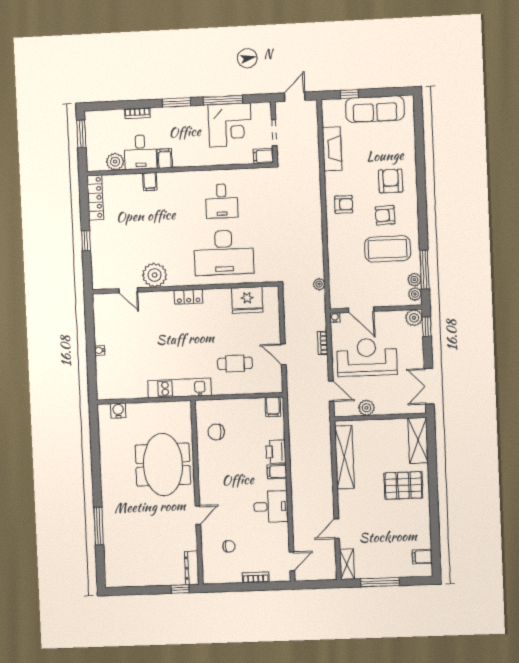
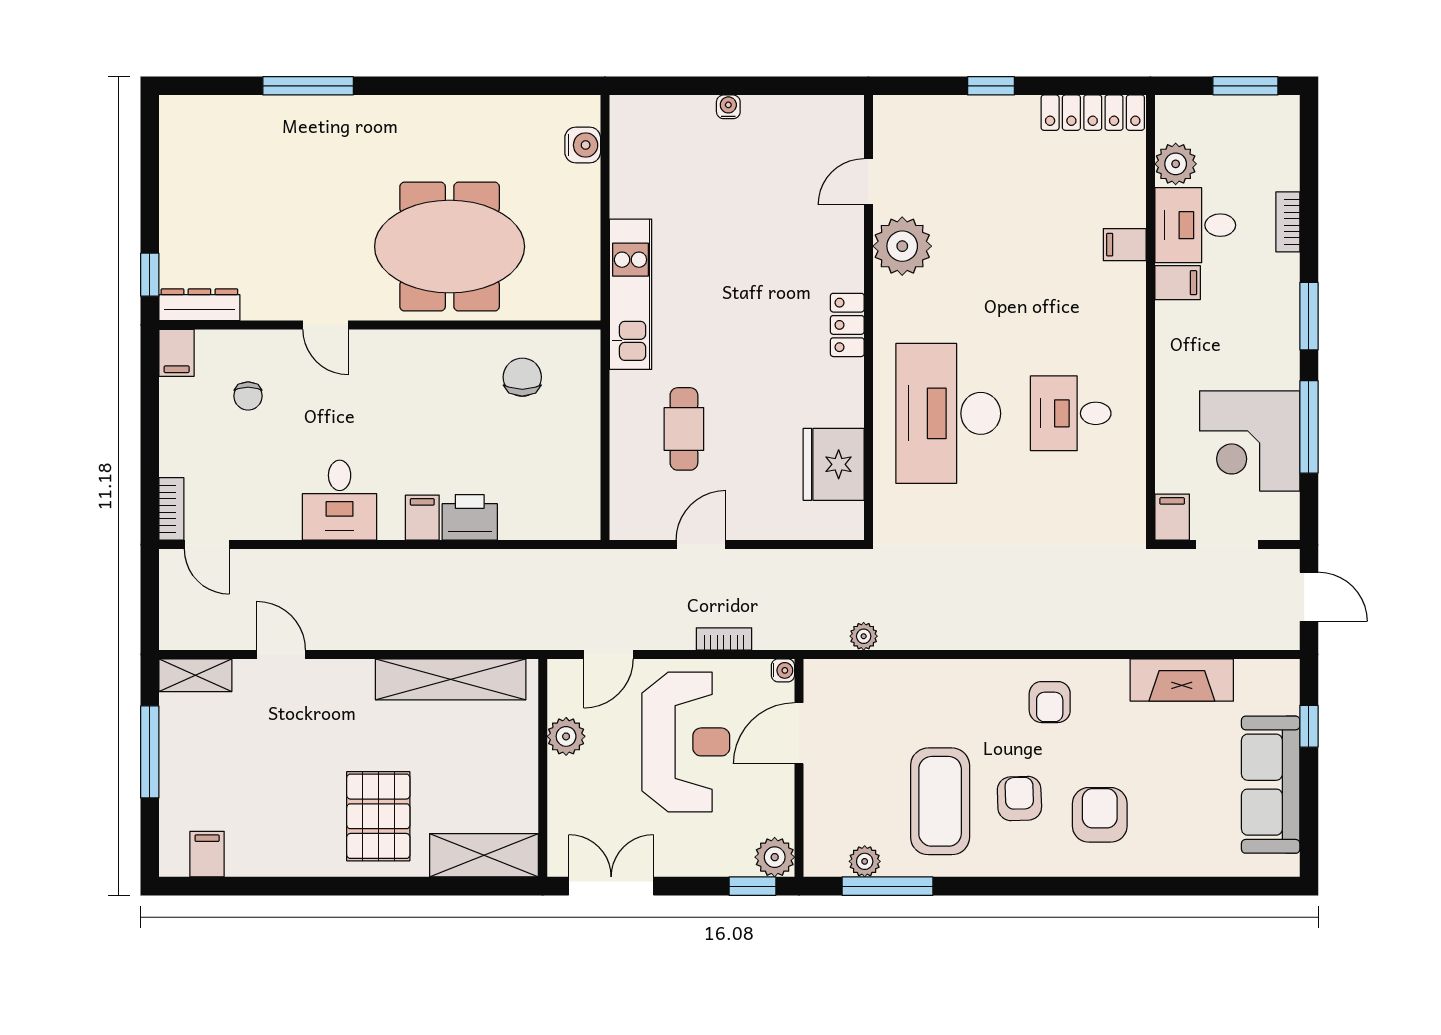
armchair: (391, 181) -> (1100, 815), turned -90
plant: (415, 294) -> (831, 861), removed
filing cabinet: (273, 407) -> (177, 353), moved, turned -90
bookcase: (256, 577) -> (171, 509), moved

